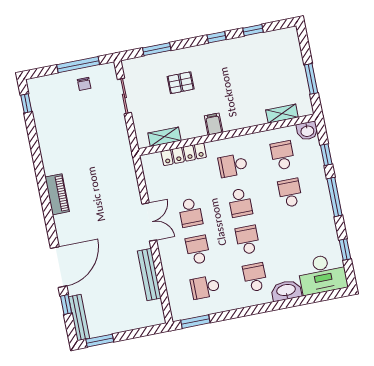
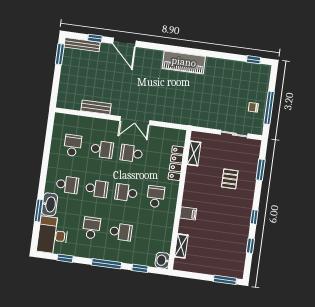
window: (311, 79) -> (225, 280), moved
filing cabinet: (214, 124) -> (188, 213), moved
school desk: (283, 155) -> (91, 228), moved, turned -90
piano: (57, 194) -> (184, 62), width x1.37, depth x1.33
door: (59, 267) -> (124, 42), width x0.73
bench: (149, 275) -> (96, 107), width x0.73
window: (195, 322) -> (39, 211), moved

